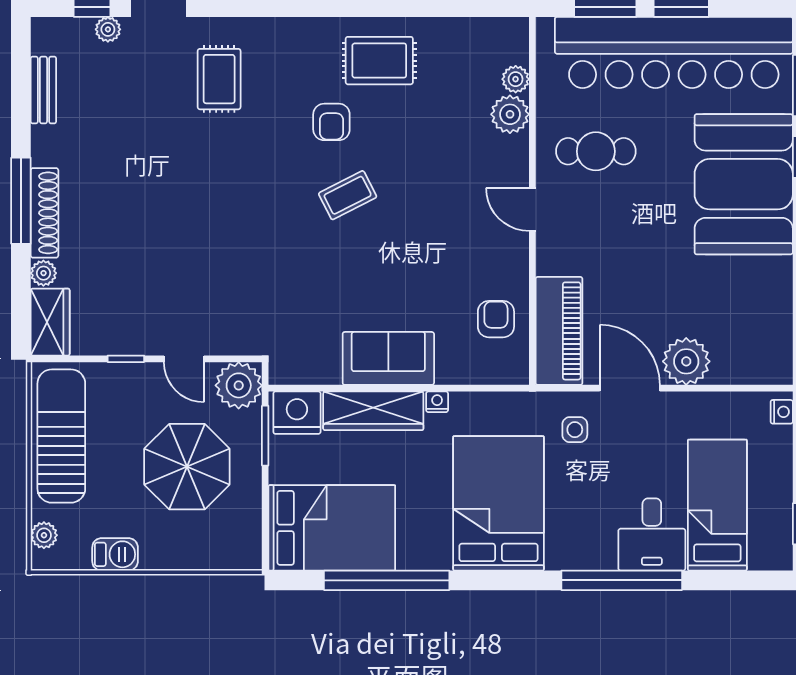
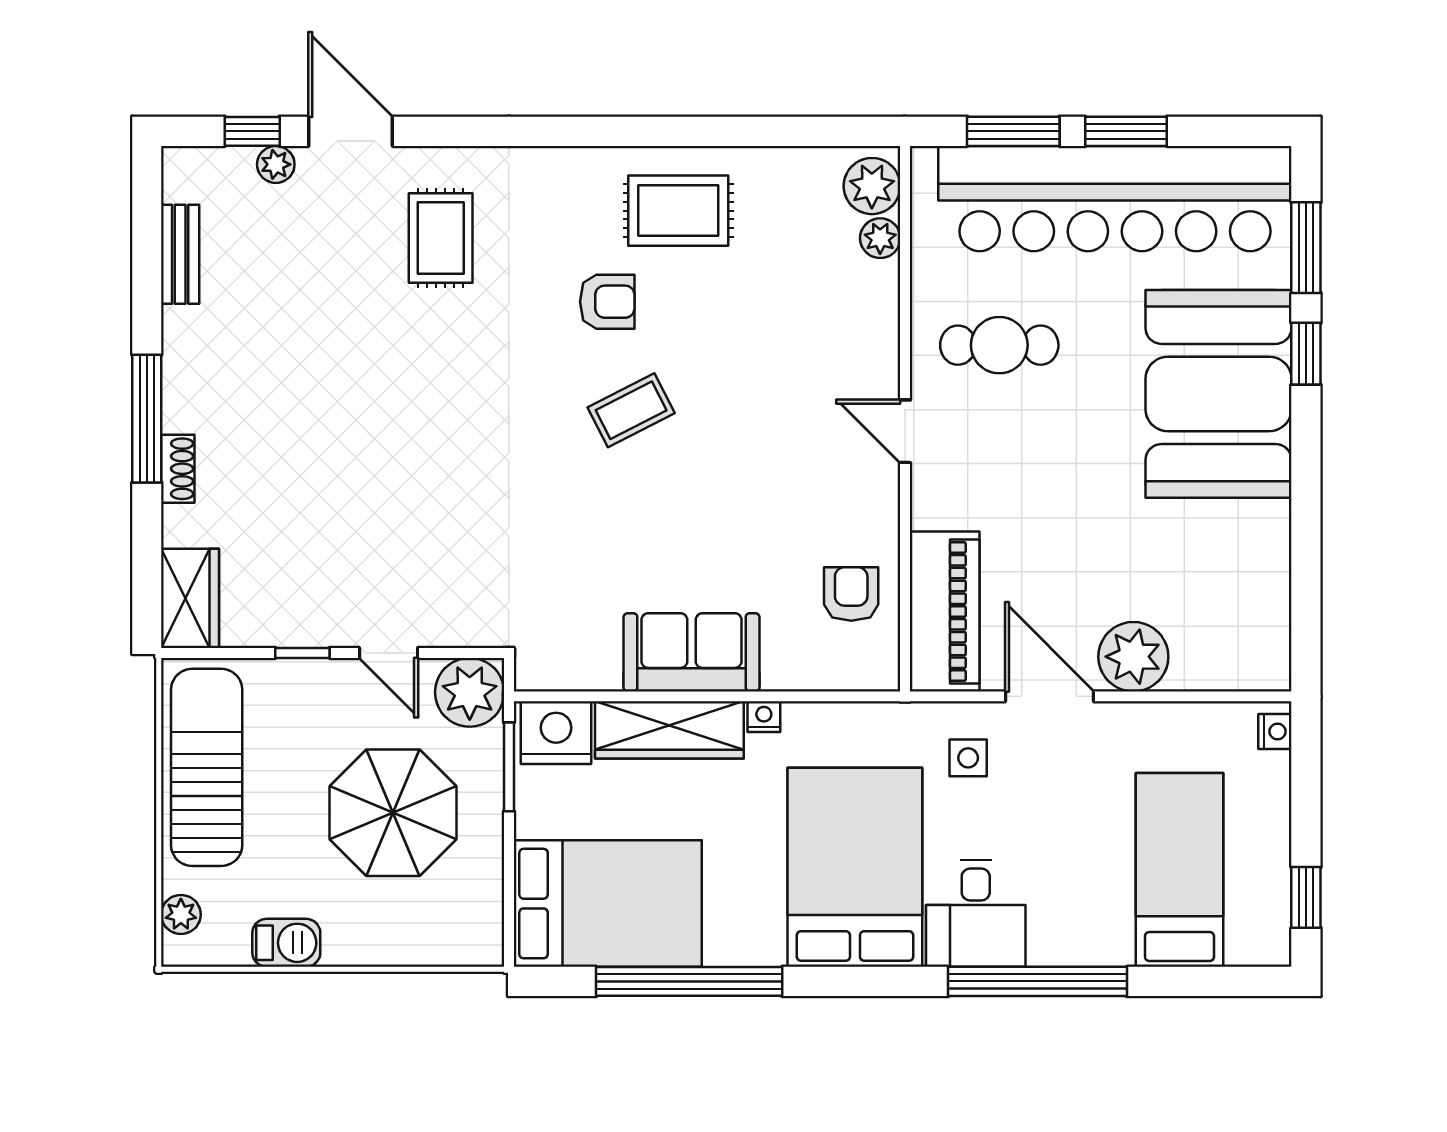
plant: (510, 114) -> (872, 186), moved
armchair: (331, 122) -> (607, 302), turned -90
shoe rack: (45, 213) -> (178, 469), width x0.51, depth x0.81
plant: (43, 273) -> (180, 526), removed
desk: (652, 534) -> (976, 913), moved

